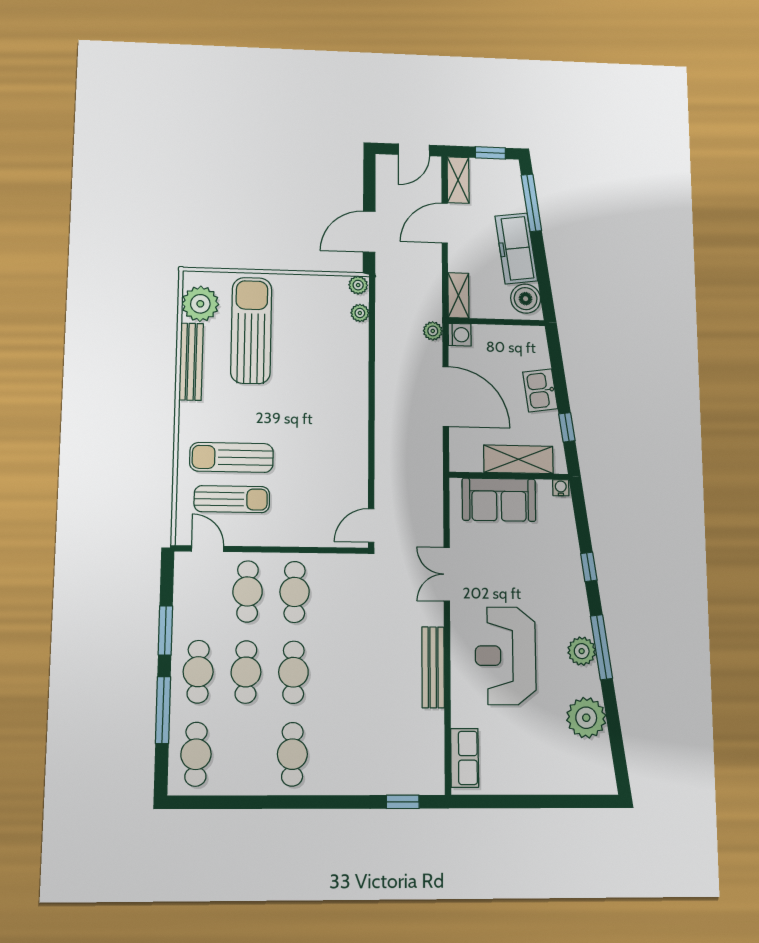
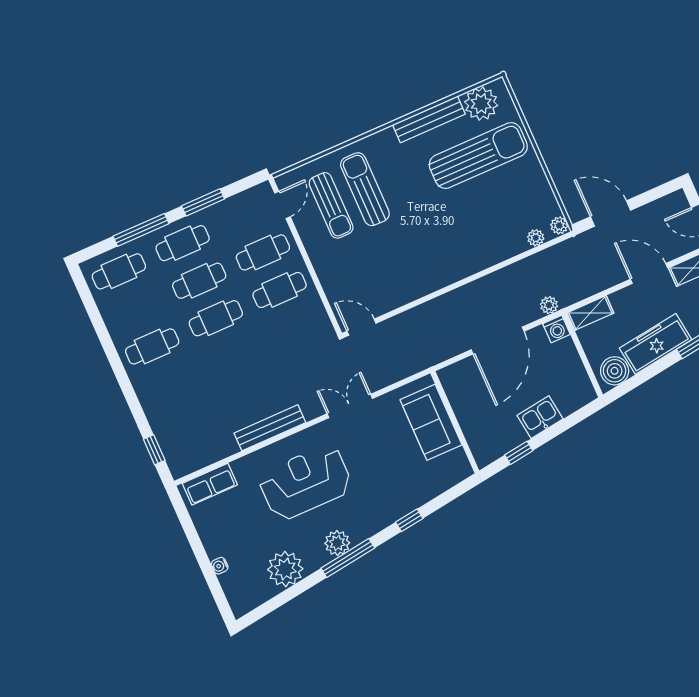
shelving: (518, 459) -> (472, 424), removed
water cooler: (561, 488) -> (220, 566), moved, turned 180

